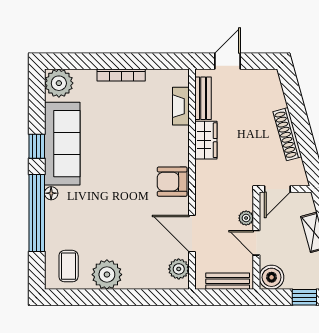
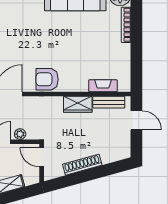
bookcase: (121, 75) -> (126, 25), moved
armchair: (172, 182) -> (47, 79), turned -90

